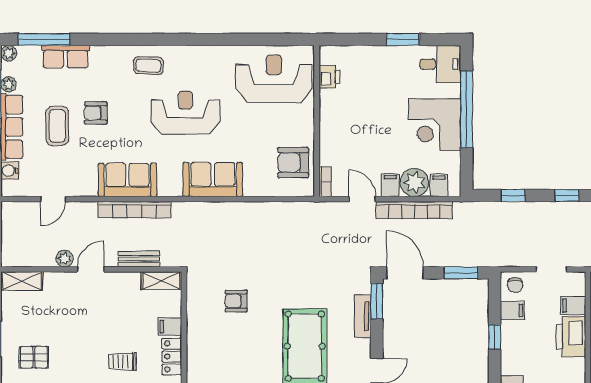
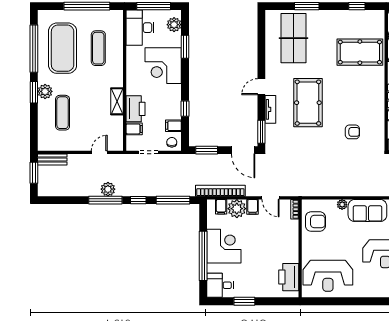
printer: (329, 77) -> (289, 277), width x1.87, depth x1.48
plant: (252, 189) -> (342, 205), added
window: (513, 196) -> (173, 200), width x2.17
bookcase: (414, 210) -> (220, 191), moved
tv unit: (363, 316) -> (270, 109), moved

